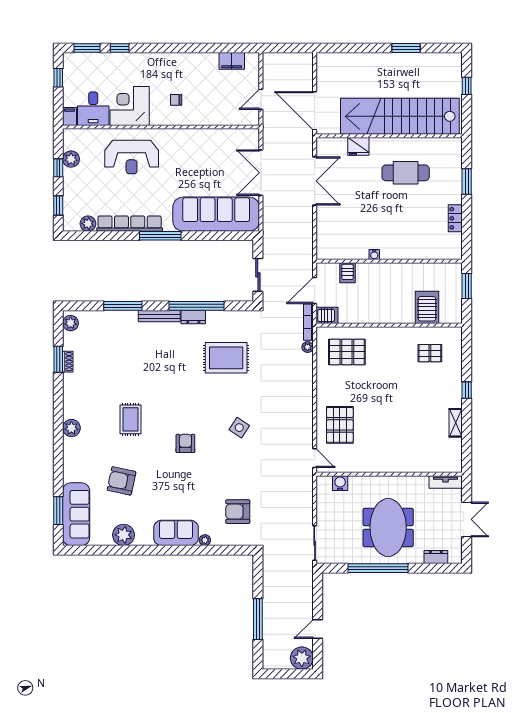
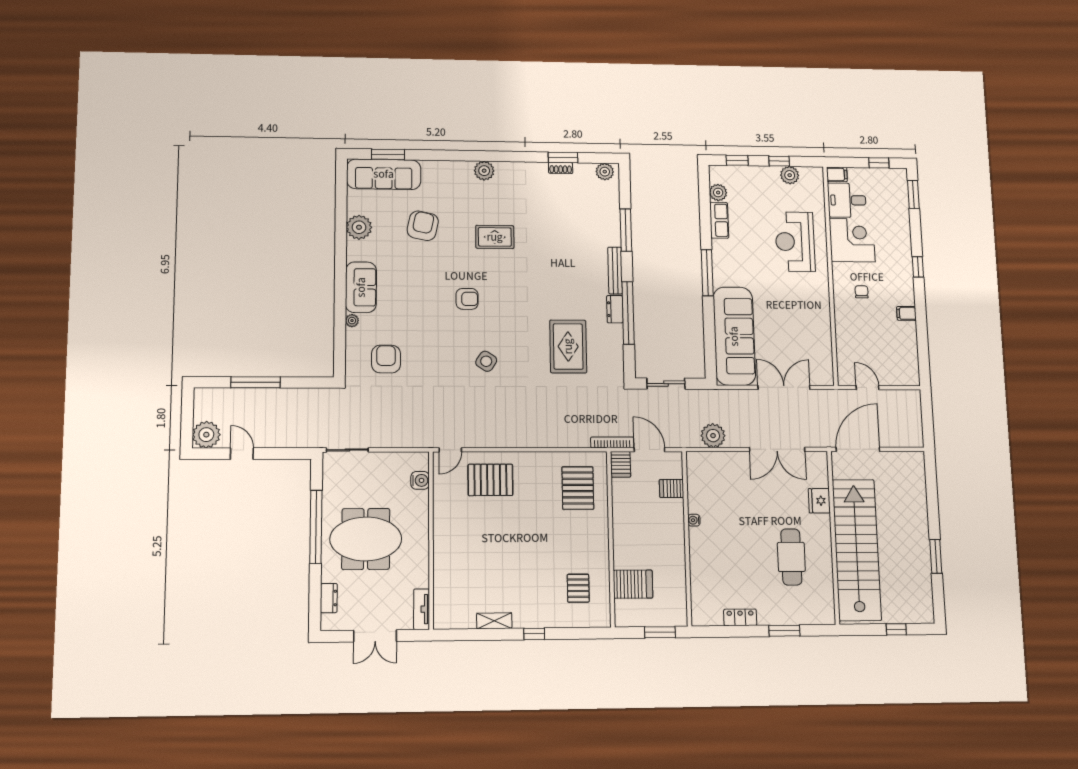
window: (120, 48) -> (918, 267), moved
filing cabinet: (232, 61) -> (906, 313), moved, width x0.50
row of seats: (130, 224) -> (719, 220), width x0.50
plant: (308, 347) -> (713, 436), moved, width x1.88, depth x1.88

